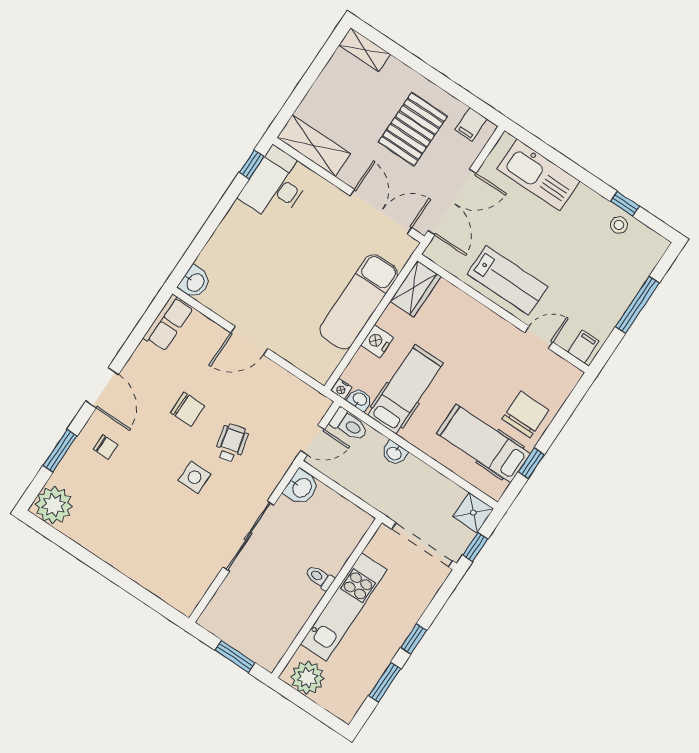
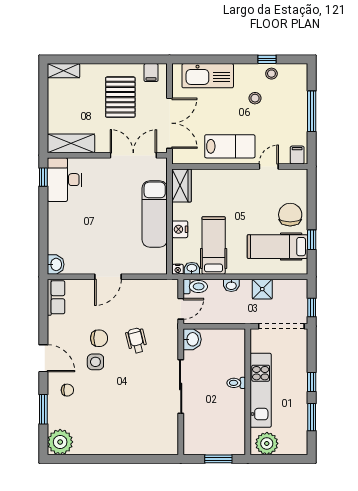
stool: (578, 242) -> (255, 98), added
side table: (195, 477) -> (95, 362), moved
shower: (473, 513) -> (262, 289), moved

